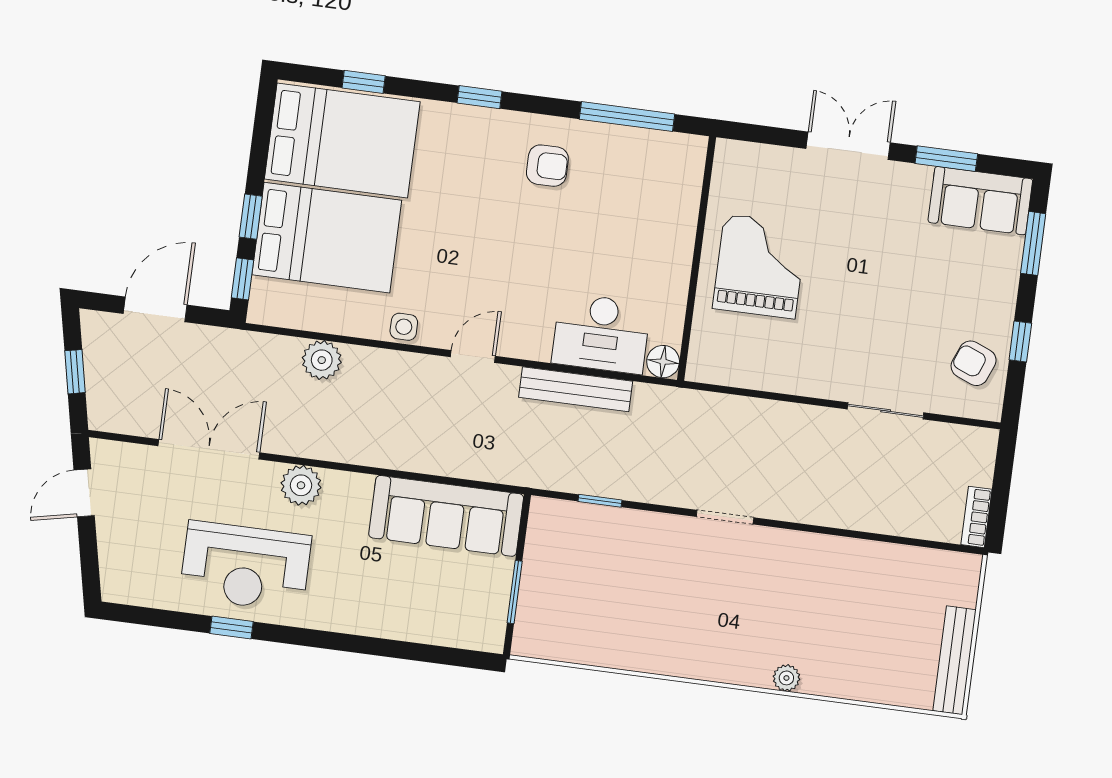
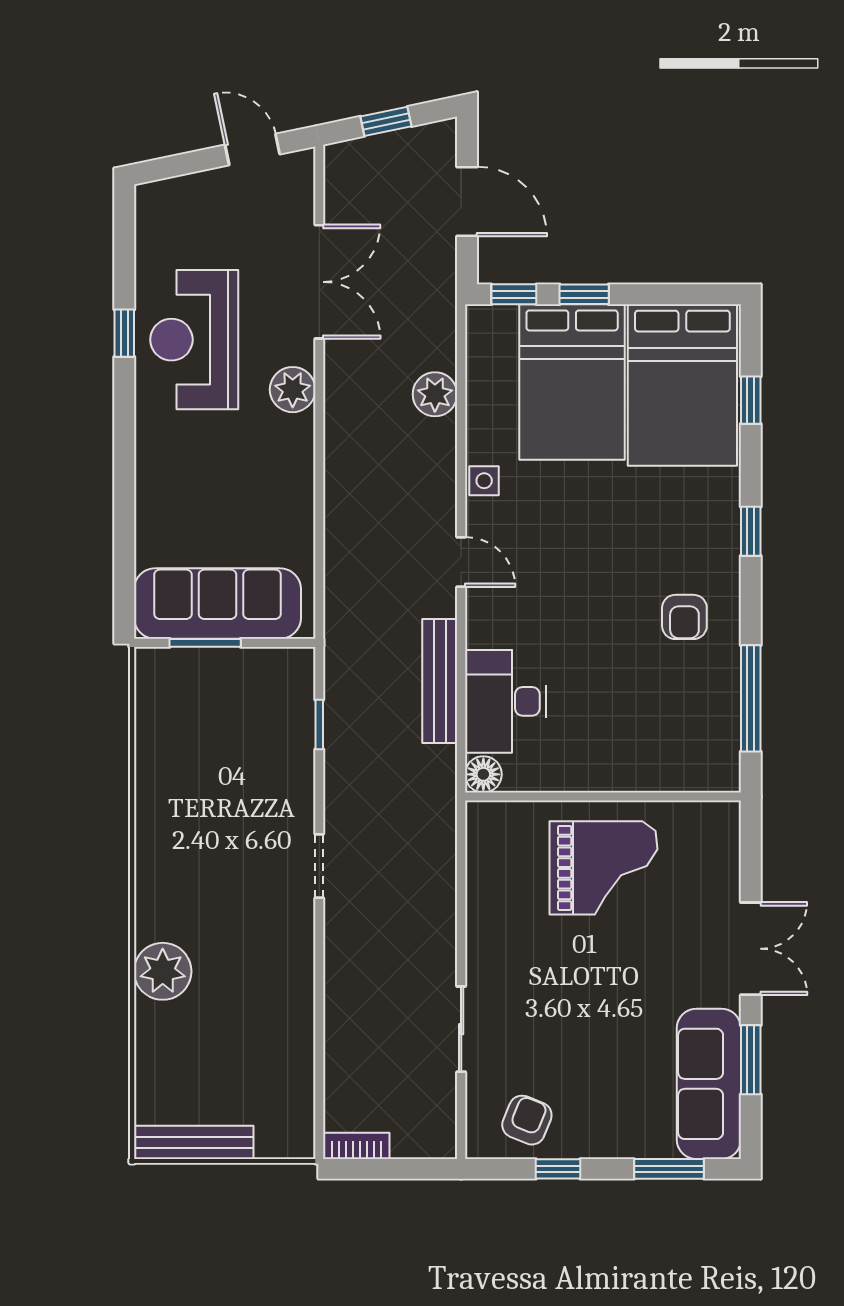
sofa: (980, 201) -> (709, 1084), width x1.36
sofa: (446, 516) -> (218, 604), moved, turned 90
plant: (786, 678) -> (163, 971), width x1.87, depth x1.87

